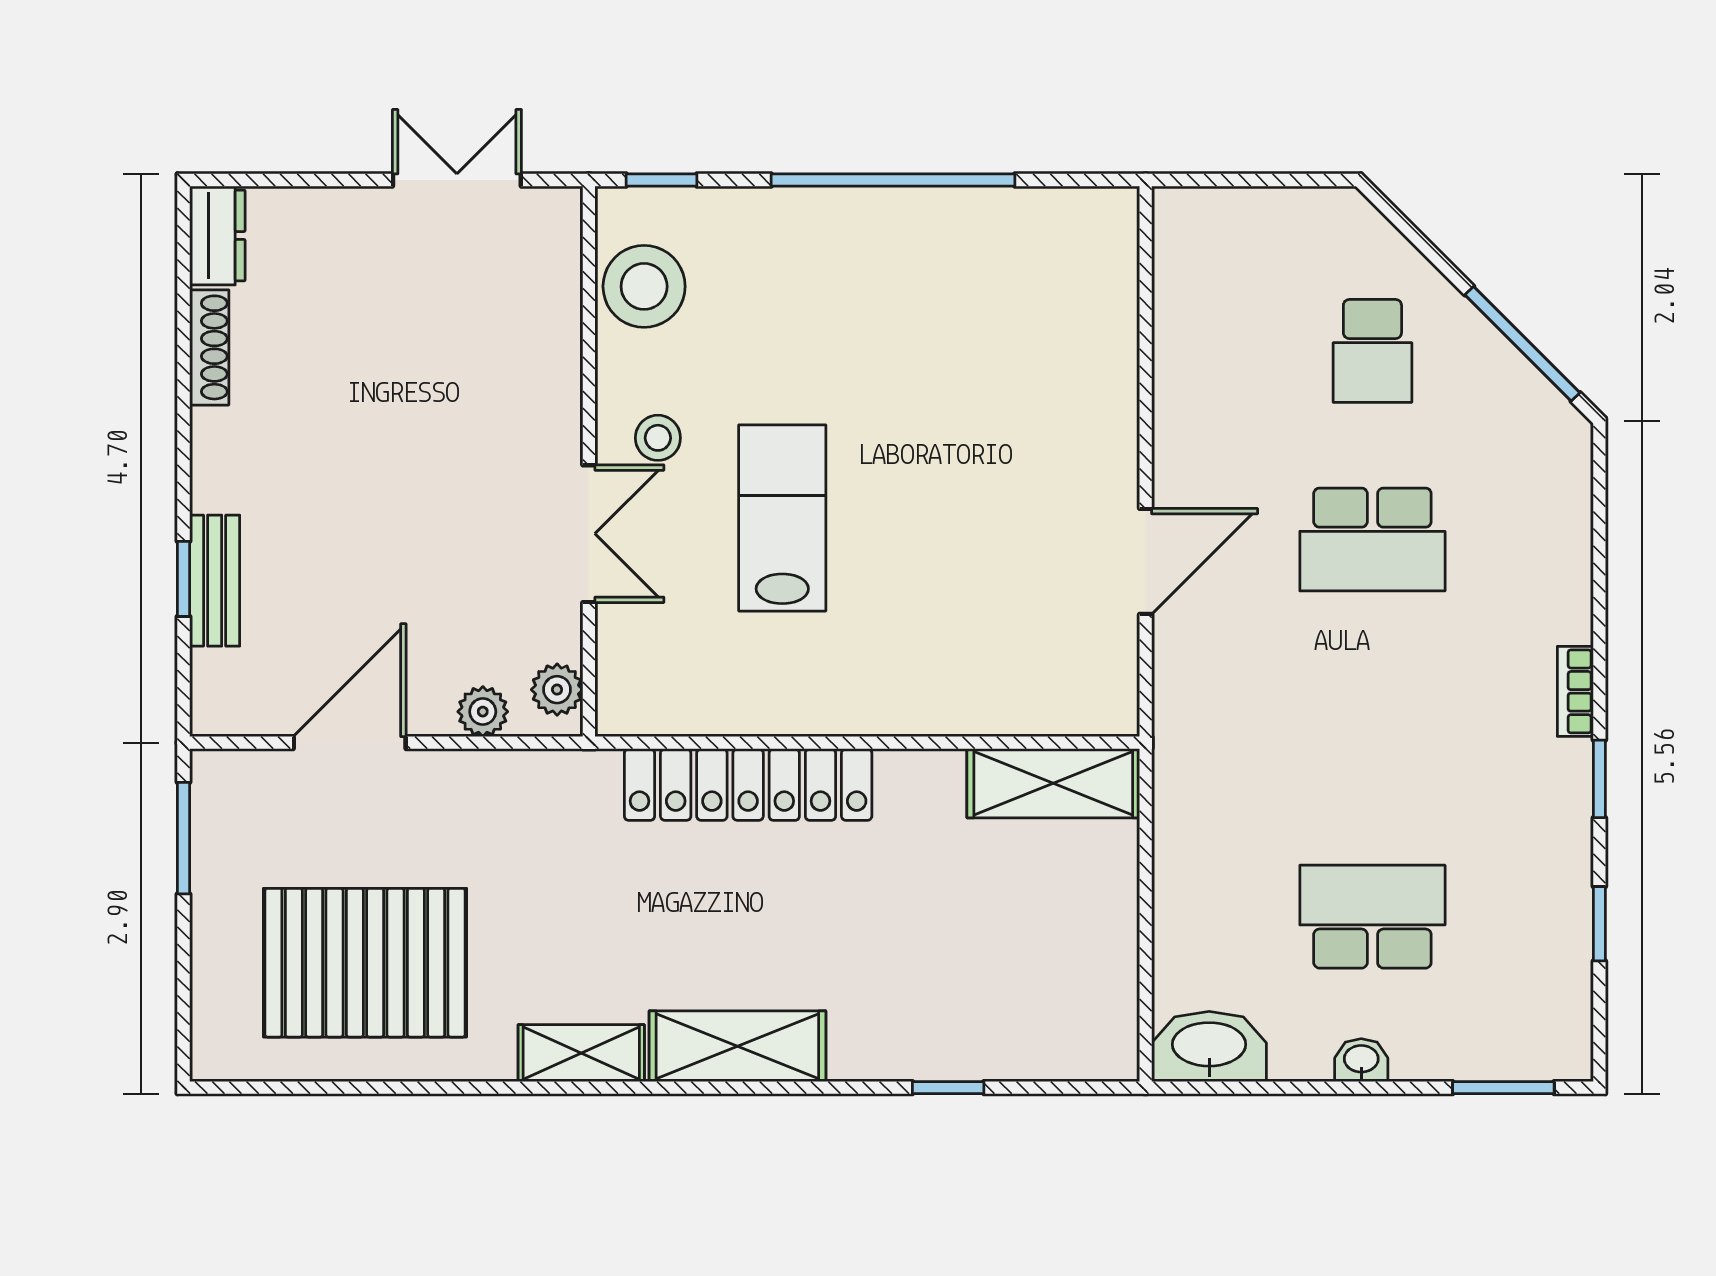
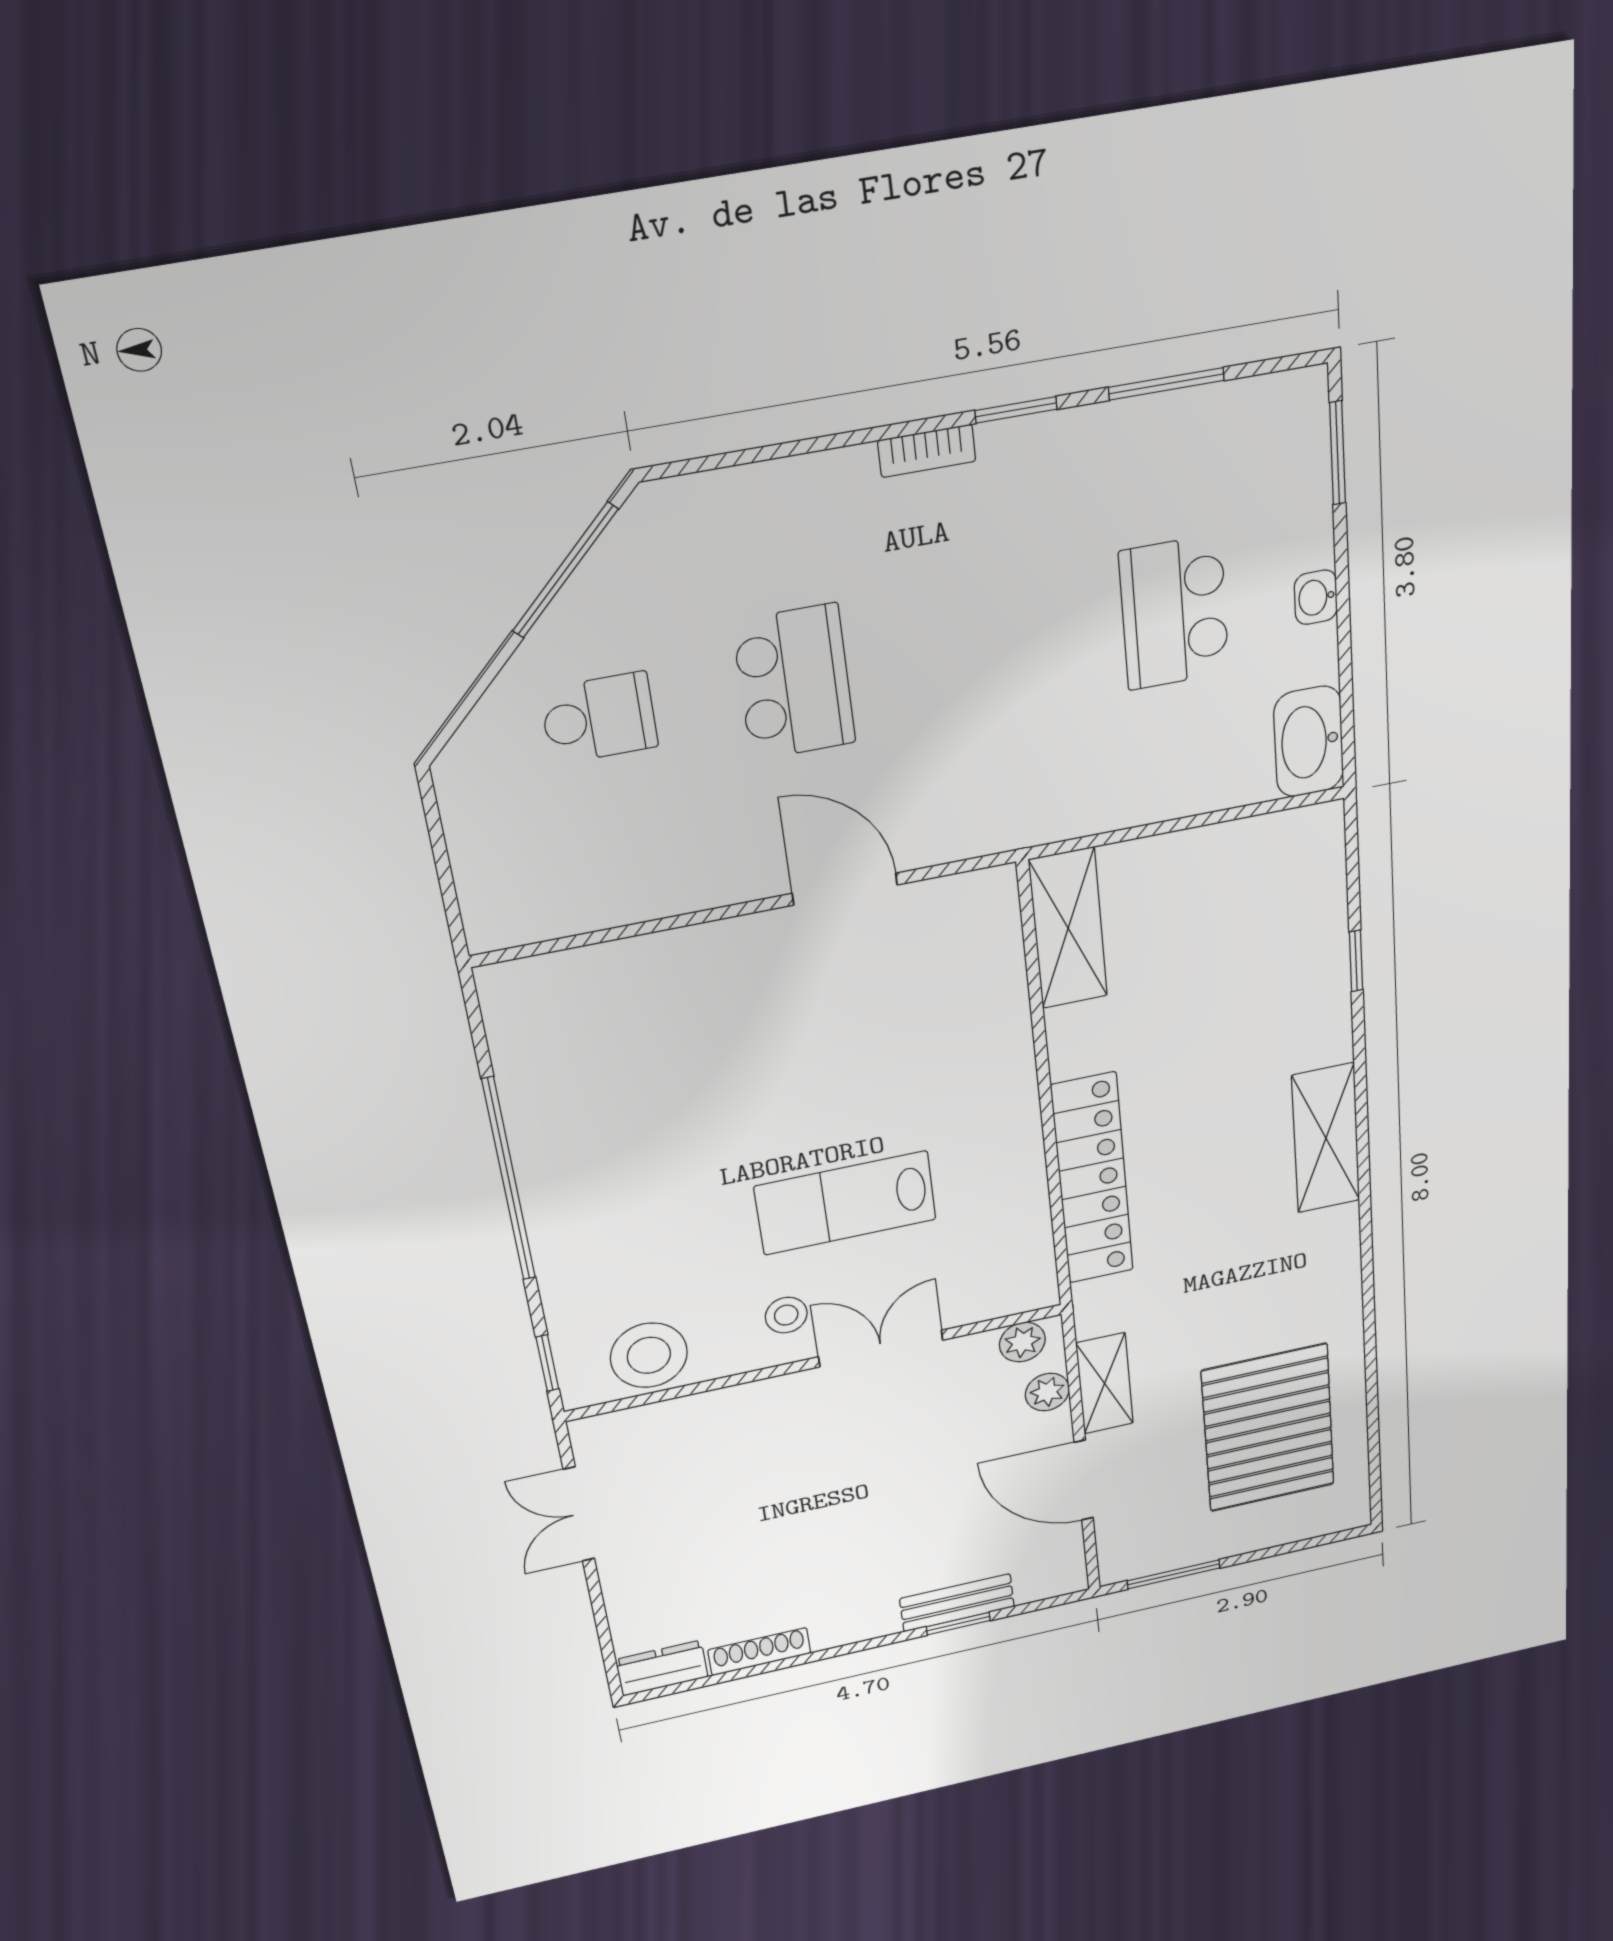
window: (1599, 924) -> (1166, 384), width x1.50
shelving: (581, 1053) -> (1105, 1383), moved

